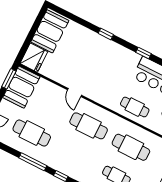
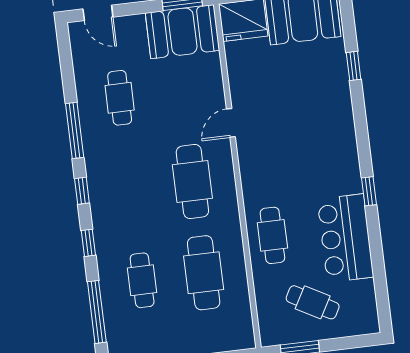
window: (106, 34) -> (354, 66), moved
cafe table: (32, 133) -> (120, 98), width x0.73, depth x0.74

